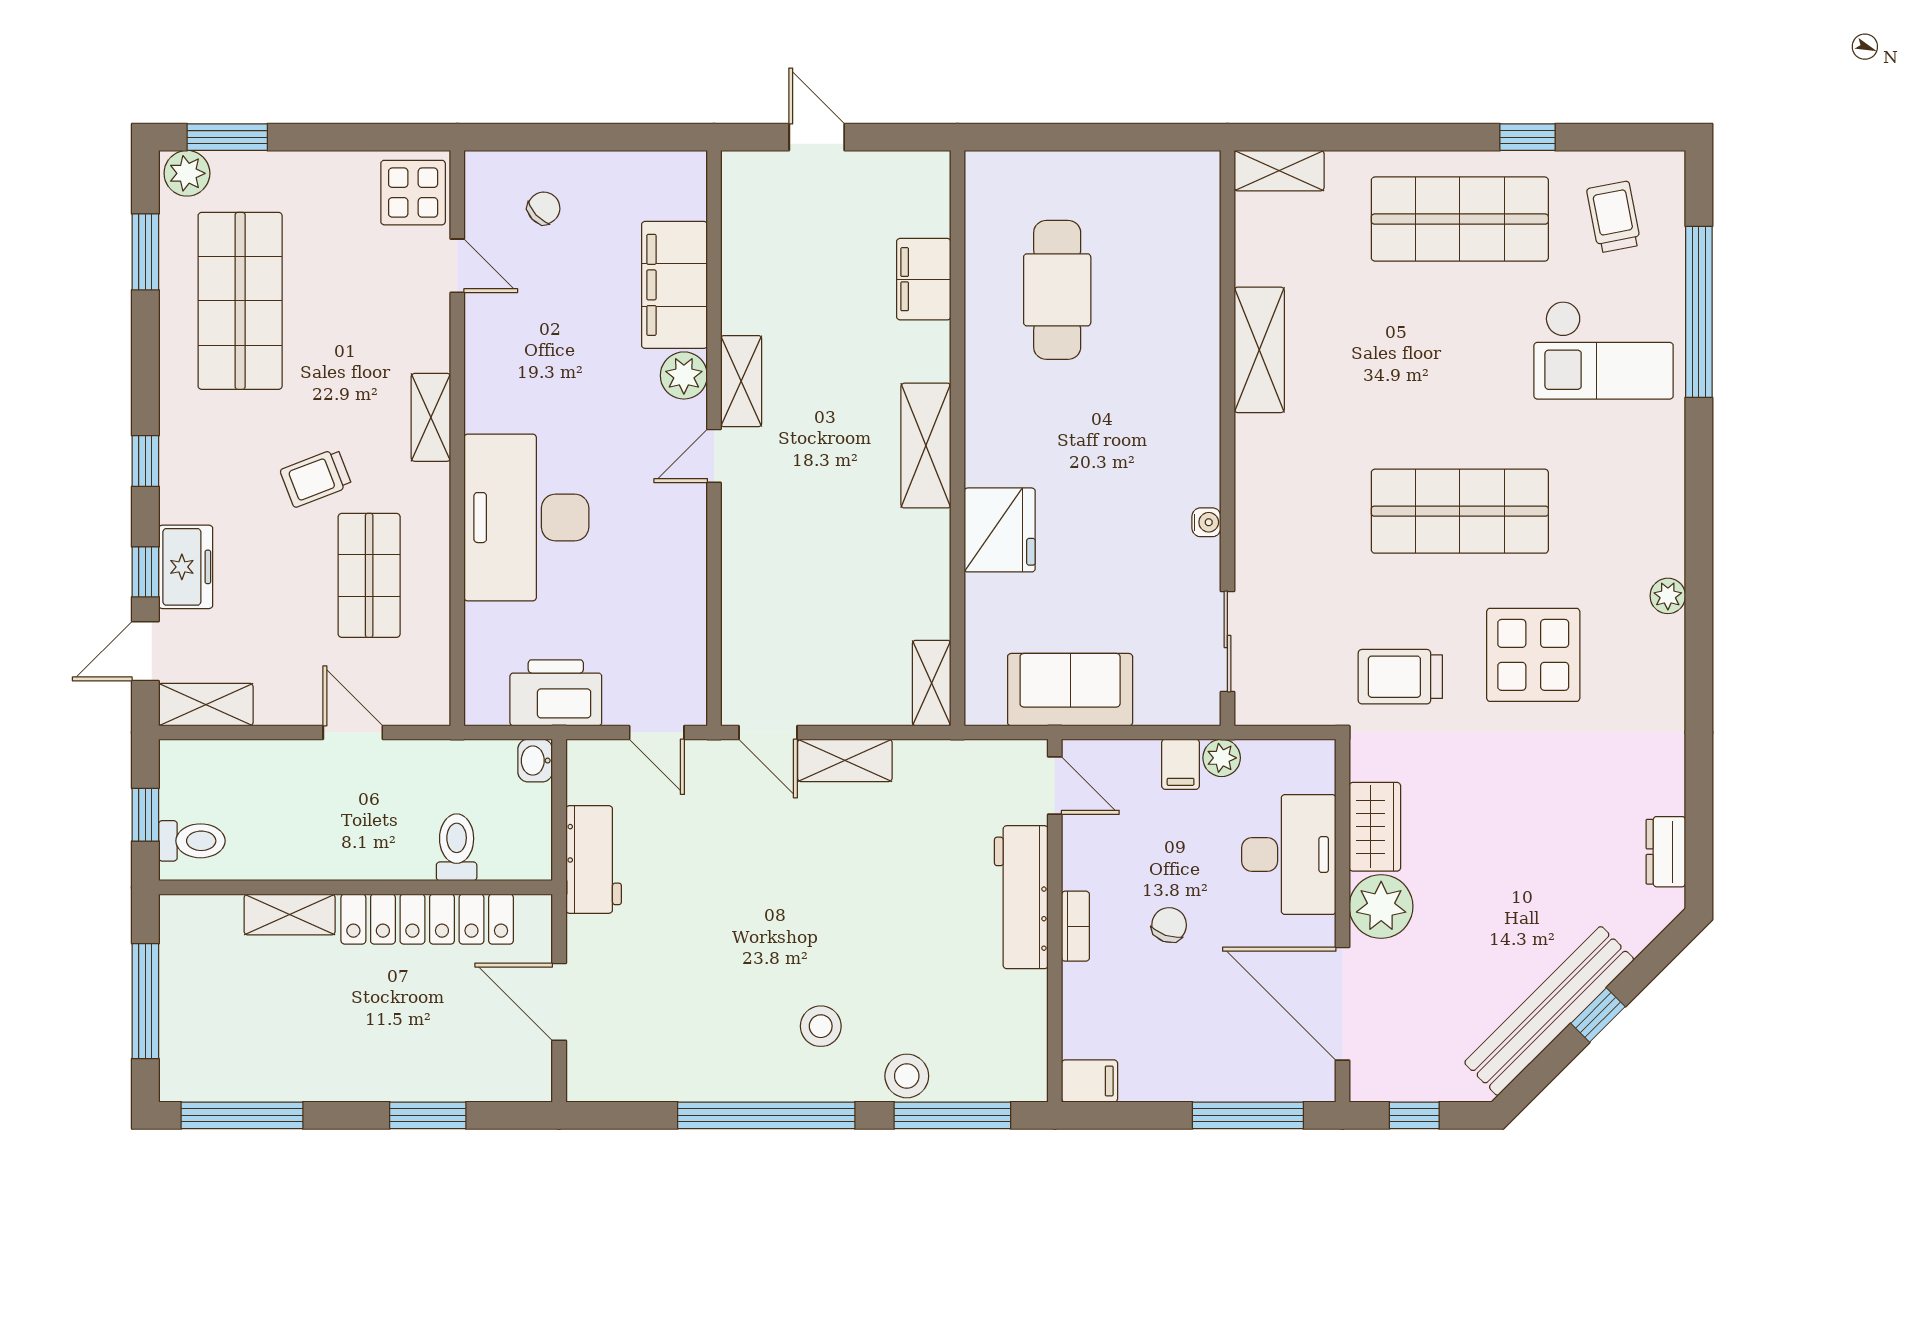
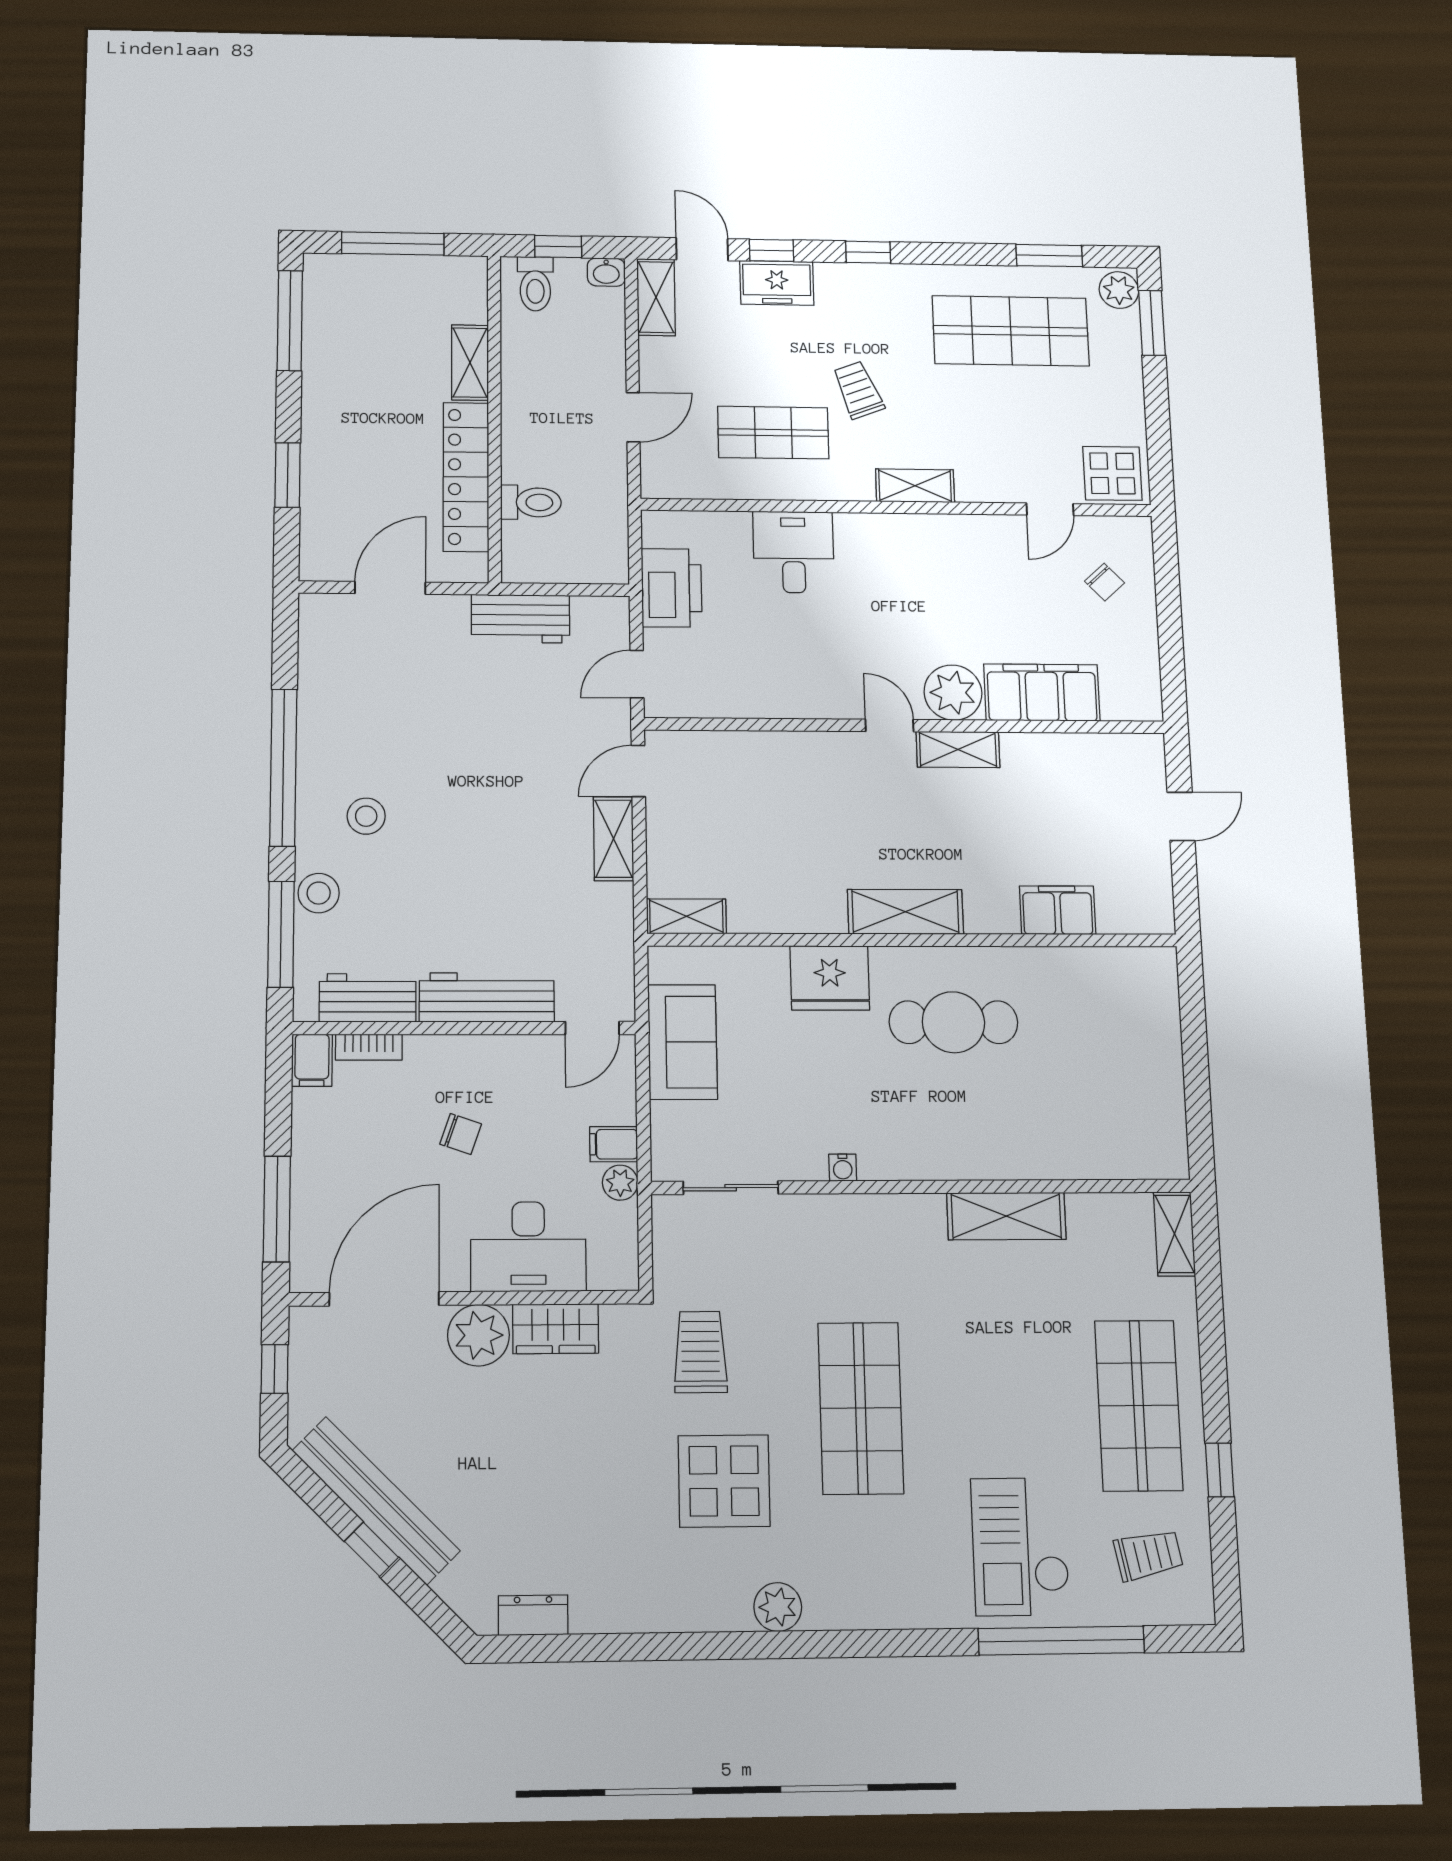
cafe table: (1057, 290) -> (953, 1022), moved
plant: (684, 375) -> (953, 693), width x1.36, depth x1.36
desk: (526, 518) -> (793, 552), width x0.53, depth x0.77
plant: (1668, 596) -> (778, 1607), width x1.38, depth x1.38
washbasin: (535, 761) -> (606, 272), moved, turned 180
bookcase: (1075, 926) -> (369, 1047), moved
workbench: (1022, 1023) -> (368, 998), added

